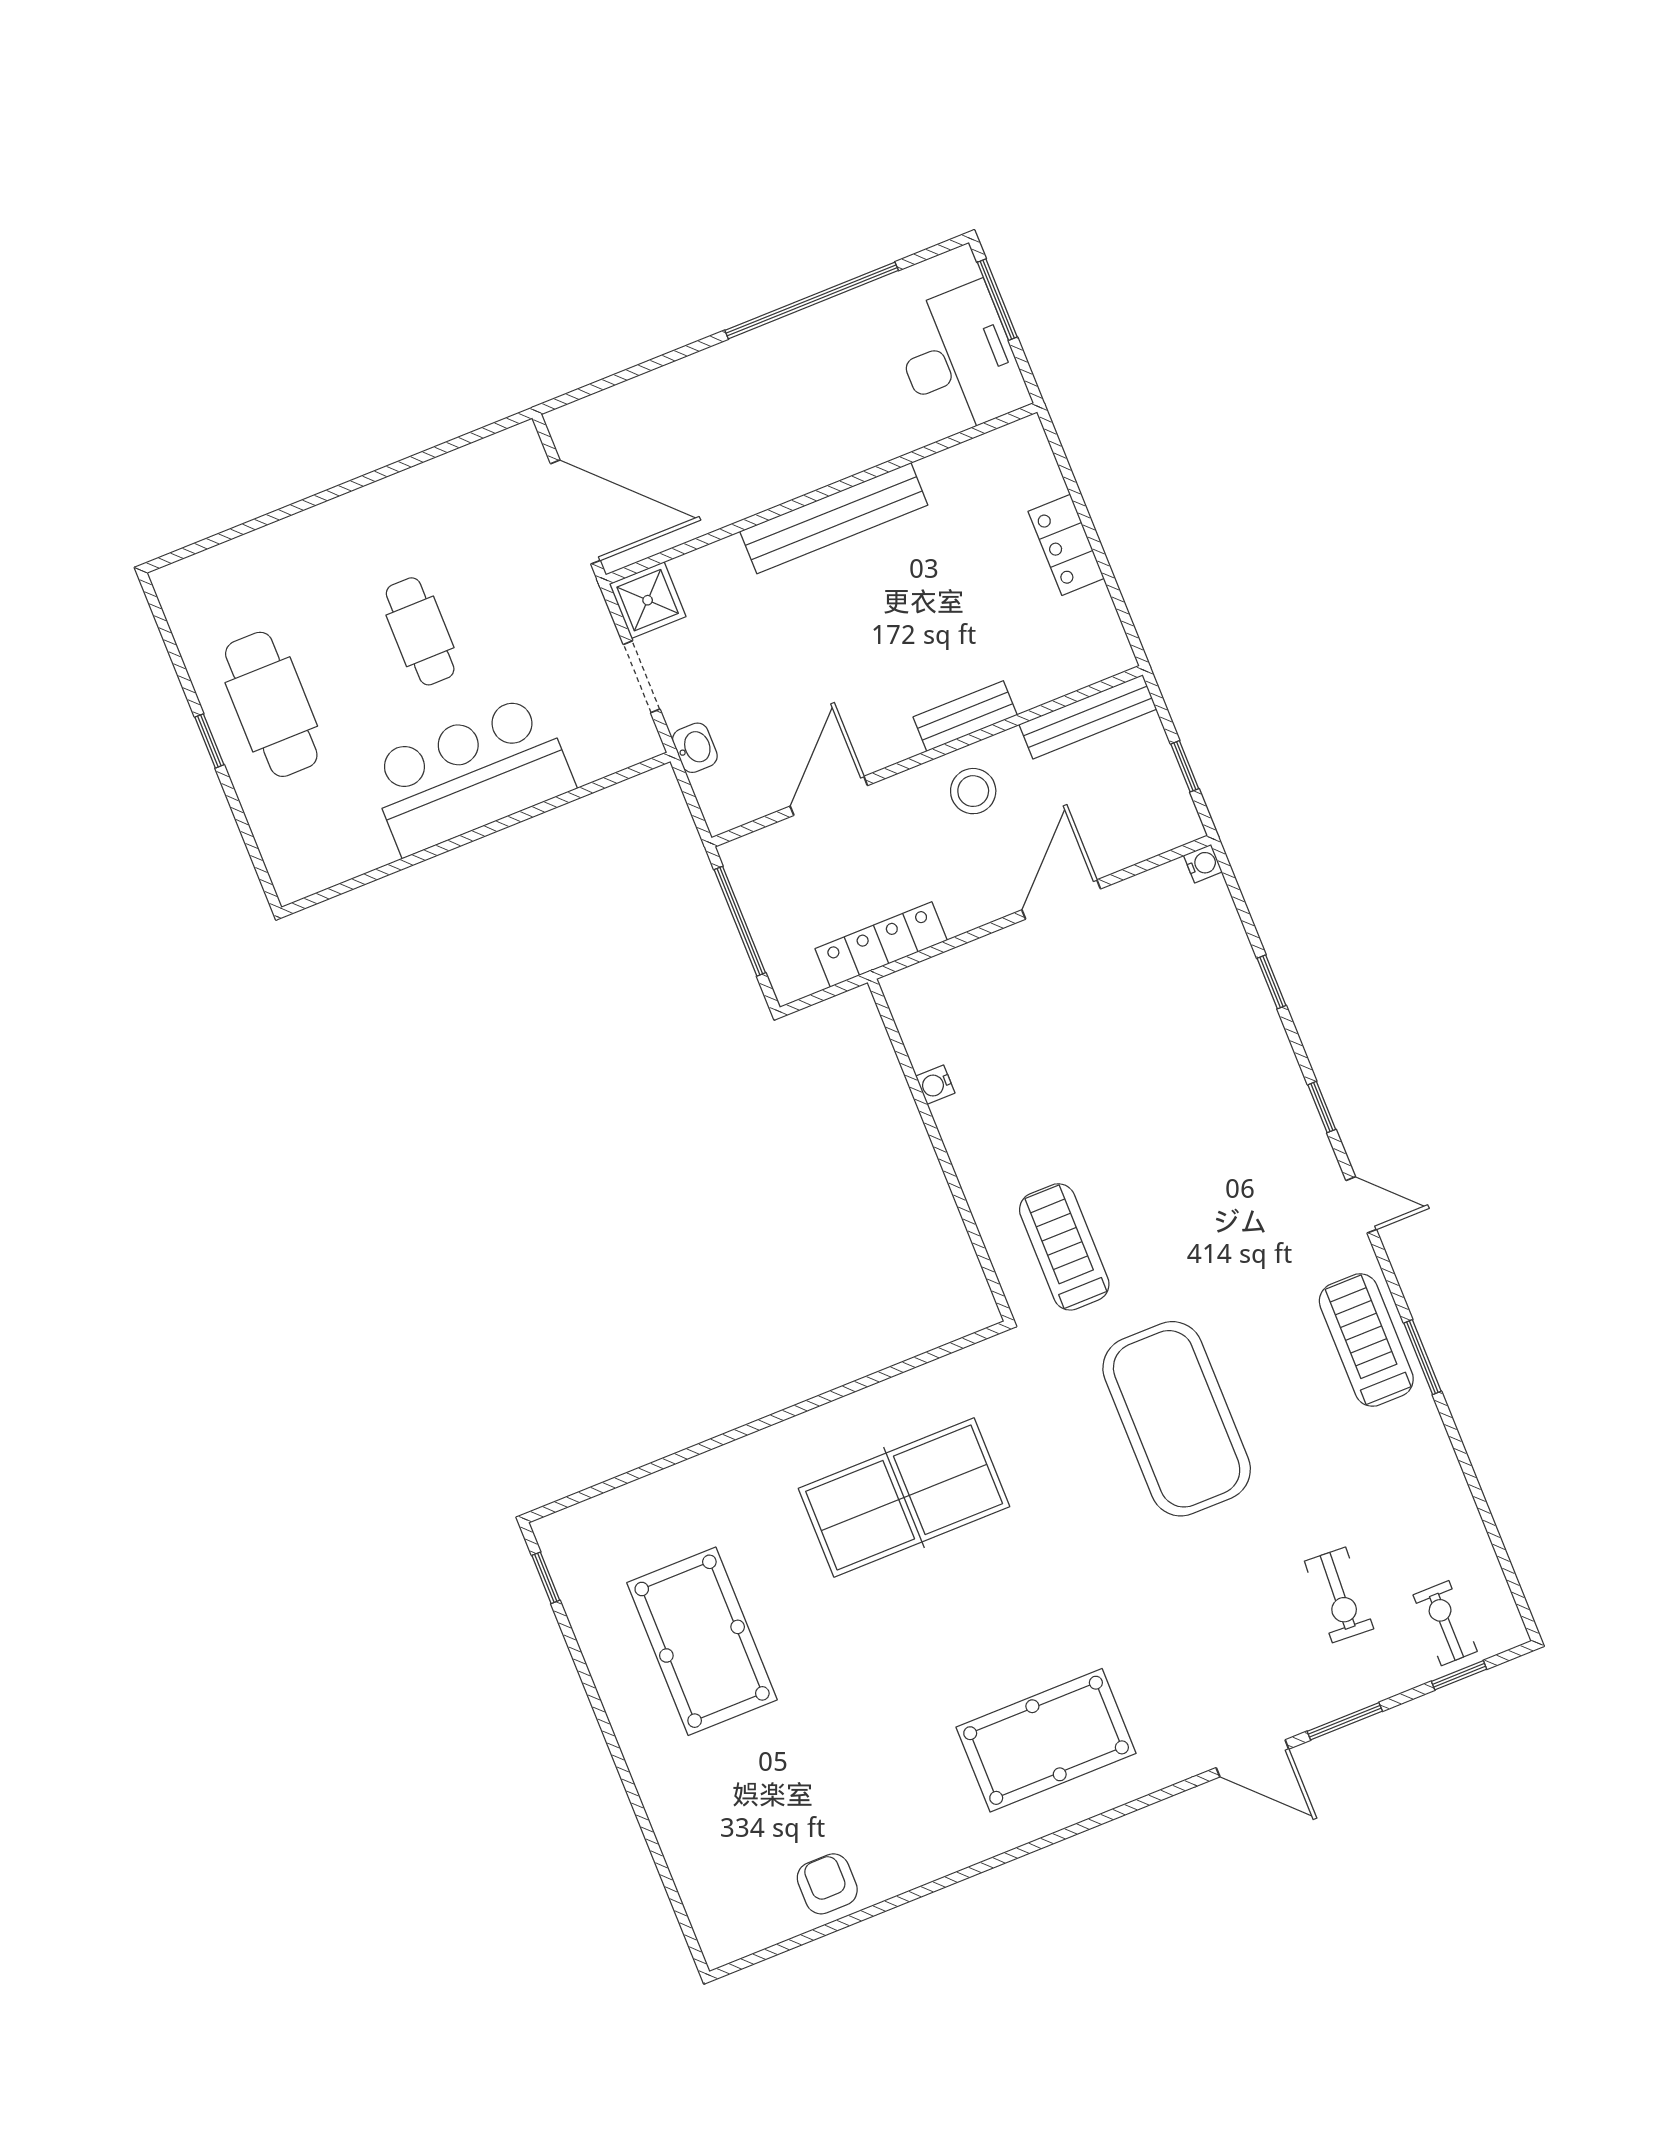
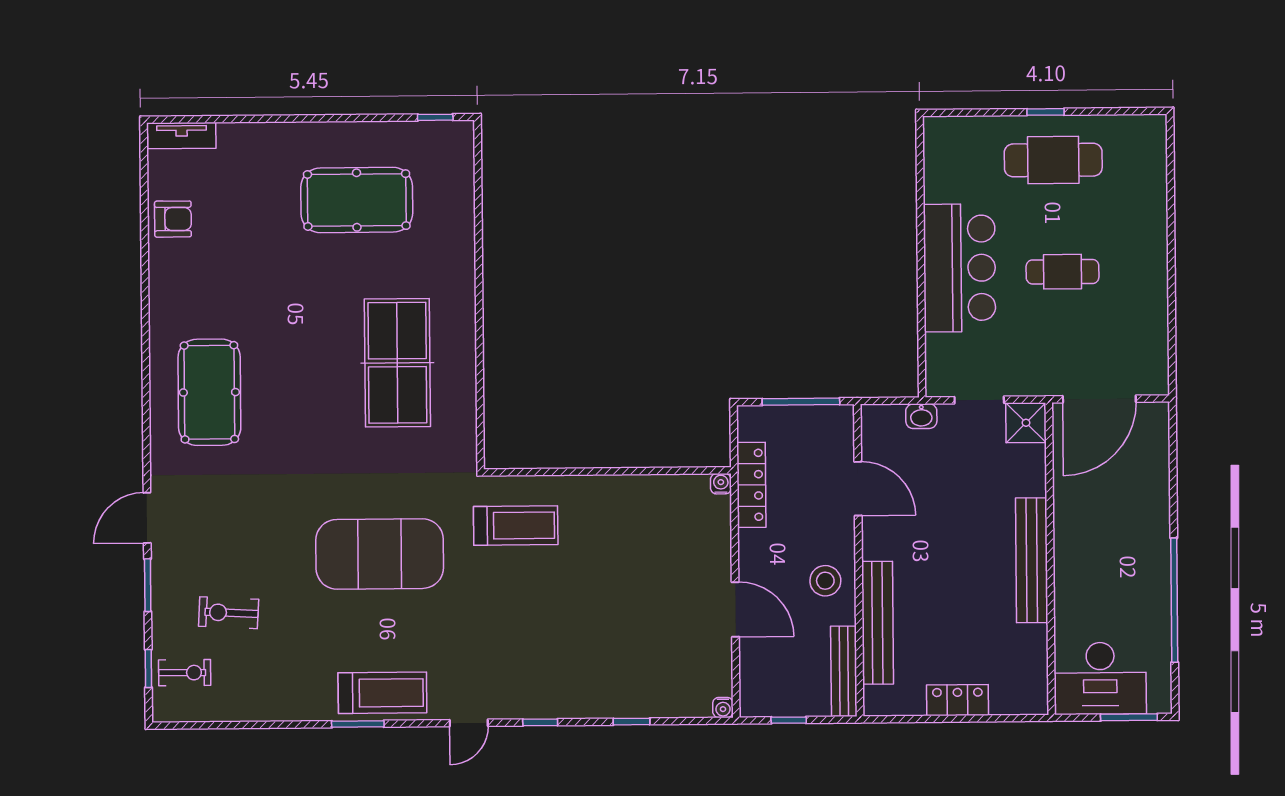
bench: (965, 716) -> (878, 623), width x1.86, depth x1.21
water cooler: (935, 1085) -> (721, 484), moved
tv unit: (708, 1917) -> (182, 136), added

